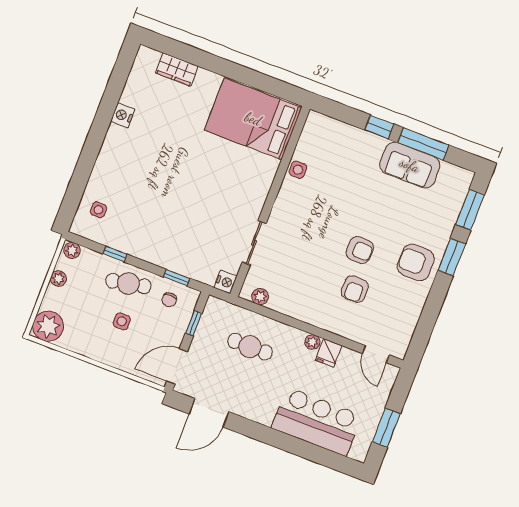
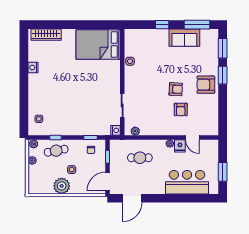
wardrobe: (177, 69) -> (46, 35), width x1.50
window: (423, 144) -> (197, 25), moved
cafe table: (128, 284) -> (56, 151), moved
plant: (48, 326) -> (62, 186), moved
door: (376, 354) -> (192, 138), moved

